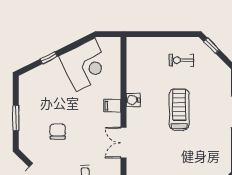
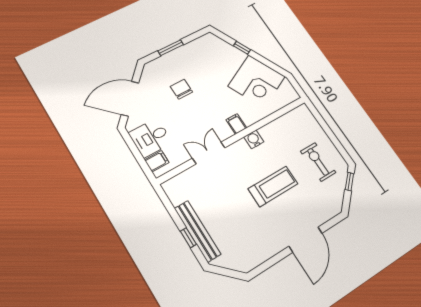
exercise bike: (181, 60) -> (318, 162), width x1.38, depth x1.39
chair: (58, 132) -> (181, 89), turned -90

